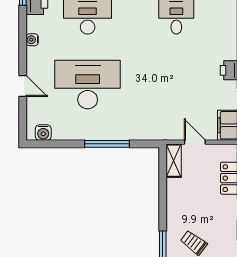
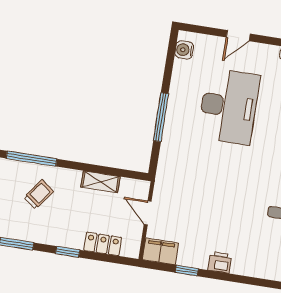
door: (195, 142) -> (148, 213), swing flipped
shelving: (174, 161) -> (100, 182), moved

